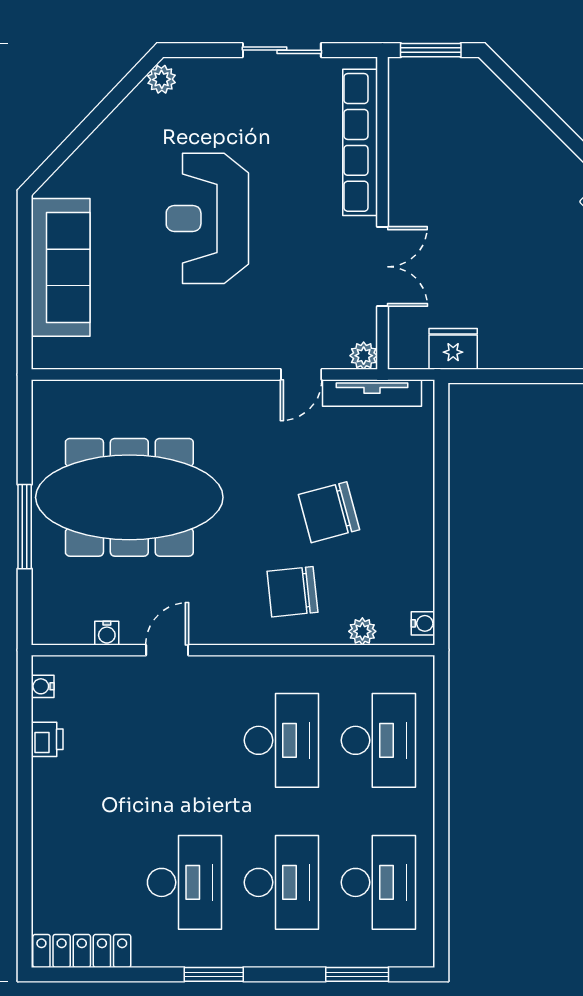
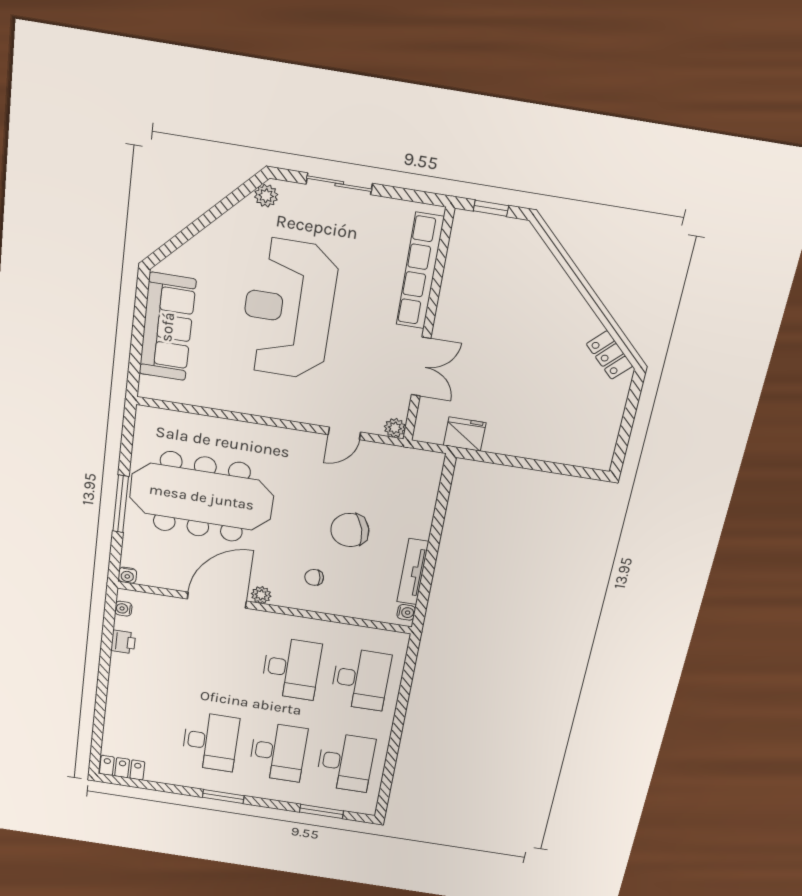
sliding door: (282, 50) -> (339, 184), moved
window: (431, 50) -> (491, 208), width x0.67
reception desk: (207, 218) -> (288, 309), width x1.36, depth x1.30
tv unit: (372, 393) -> (413, 572), moved, turned 90
chair: (292, 592) -> (314, 577), width x0.54, depth x0.54
plant: (362, 631) -> (261, 595), moved
water cooler: (107, 633) -> (127, 575), moved
door: (167, 650) -> (217, 600), width x1.87
locker: (82, 951) -> (122, 768), width x0.66

